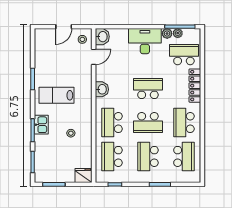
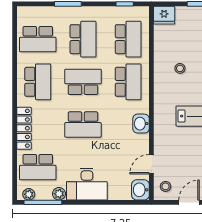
plant: (178, 33) -> (29, 194), moved
school desk: (184, 156) -> (38, 39), turned -90

